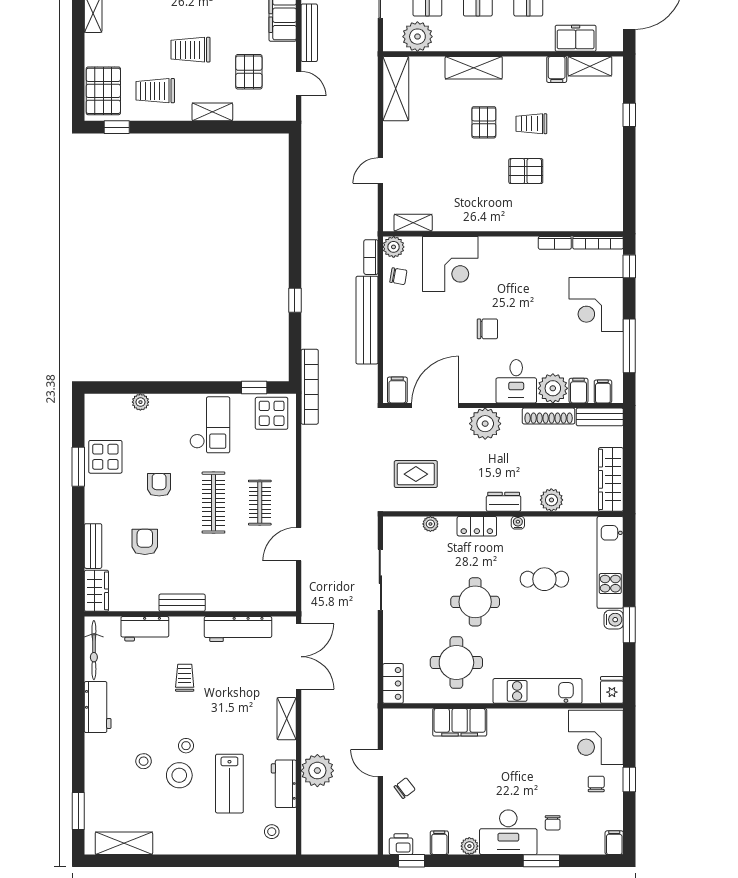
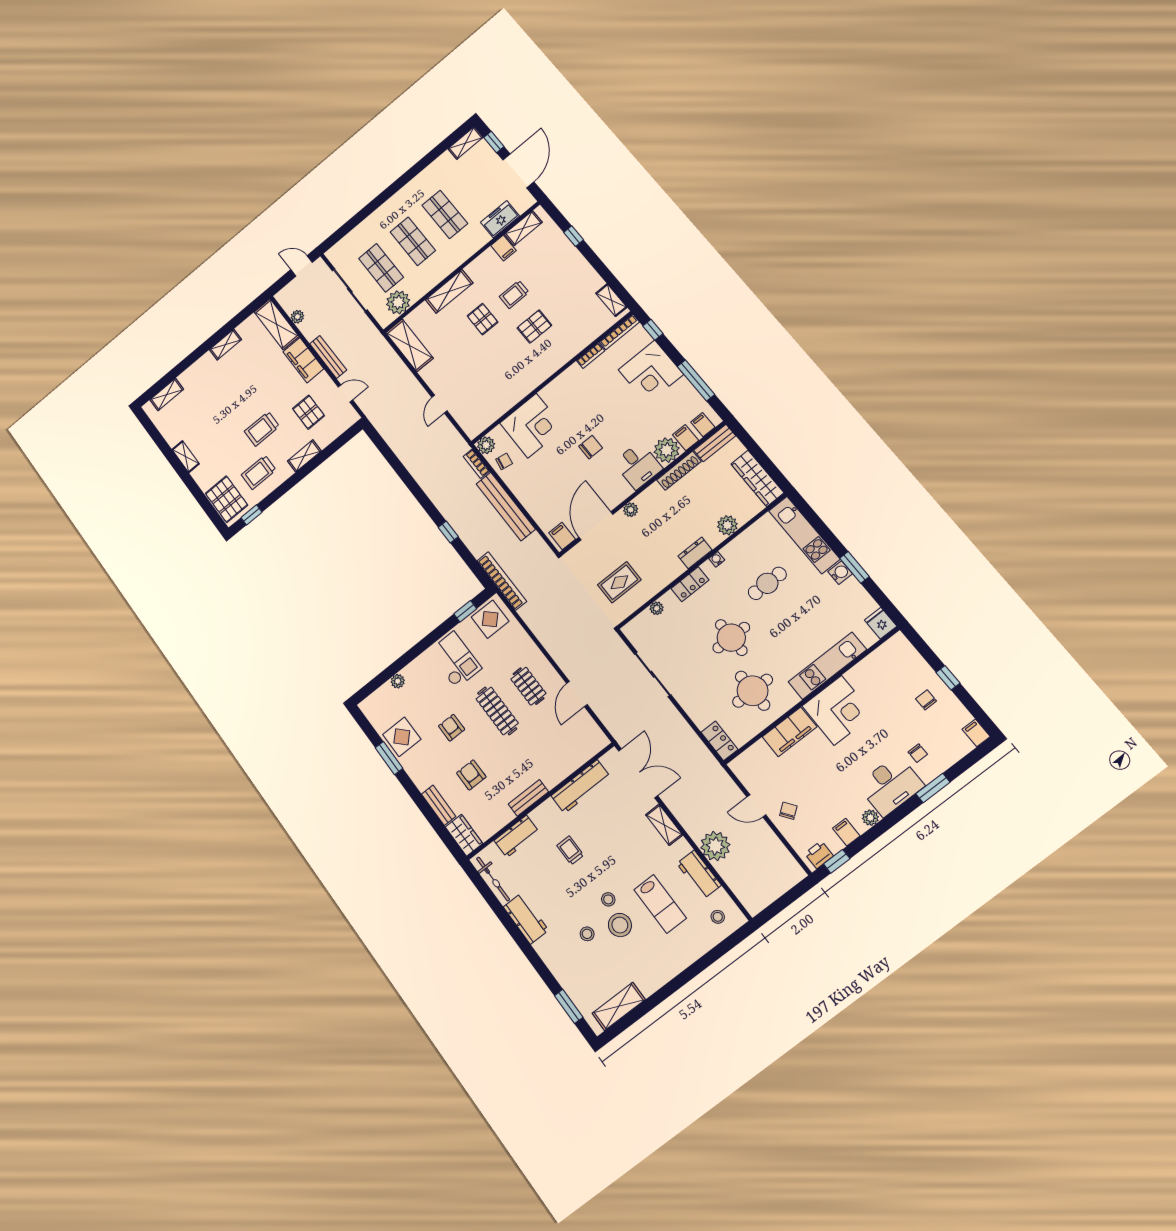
shelving: (413, 223) -> (611, 300), moved, turned 90
plant: (485, 424) -> (631, 510), width x0.53, depth x0.53
corner desk: (596, 737) -> (838, 710), moved, turned -90

